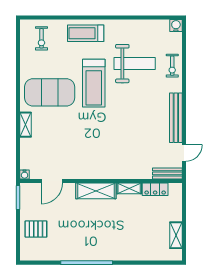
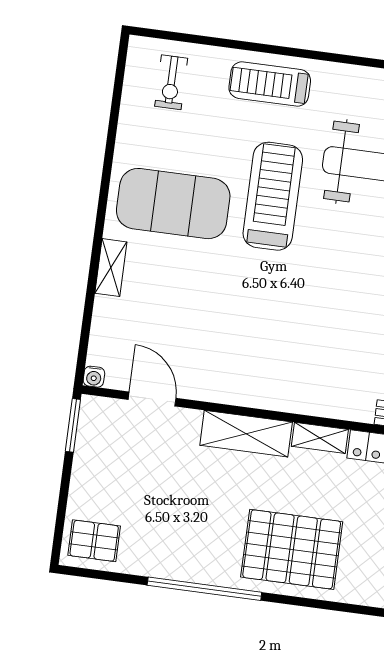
treadmill: (94, 83) -> (273, 196), turned 180
door: (52, 181) -> (152, 399), swing flipped
pallet: (36, 229) -> (94, 541), moved
pallet: (123, 240) -> (292, 549), added

